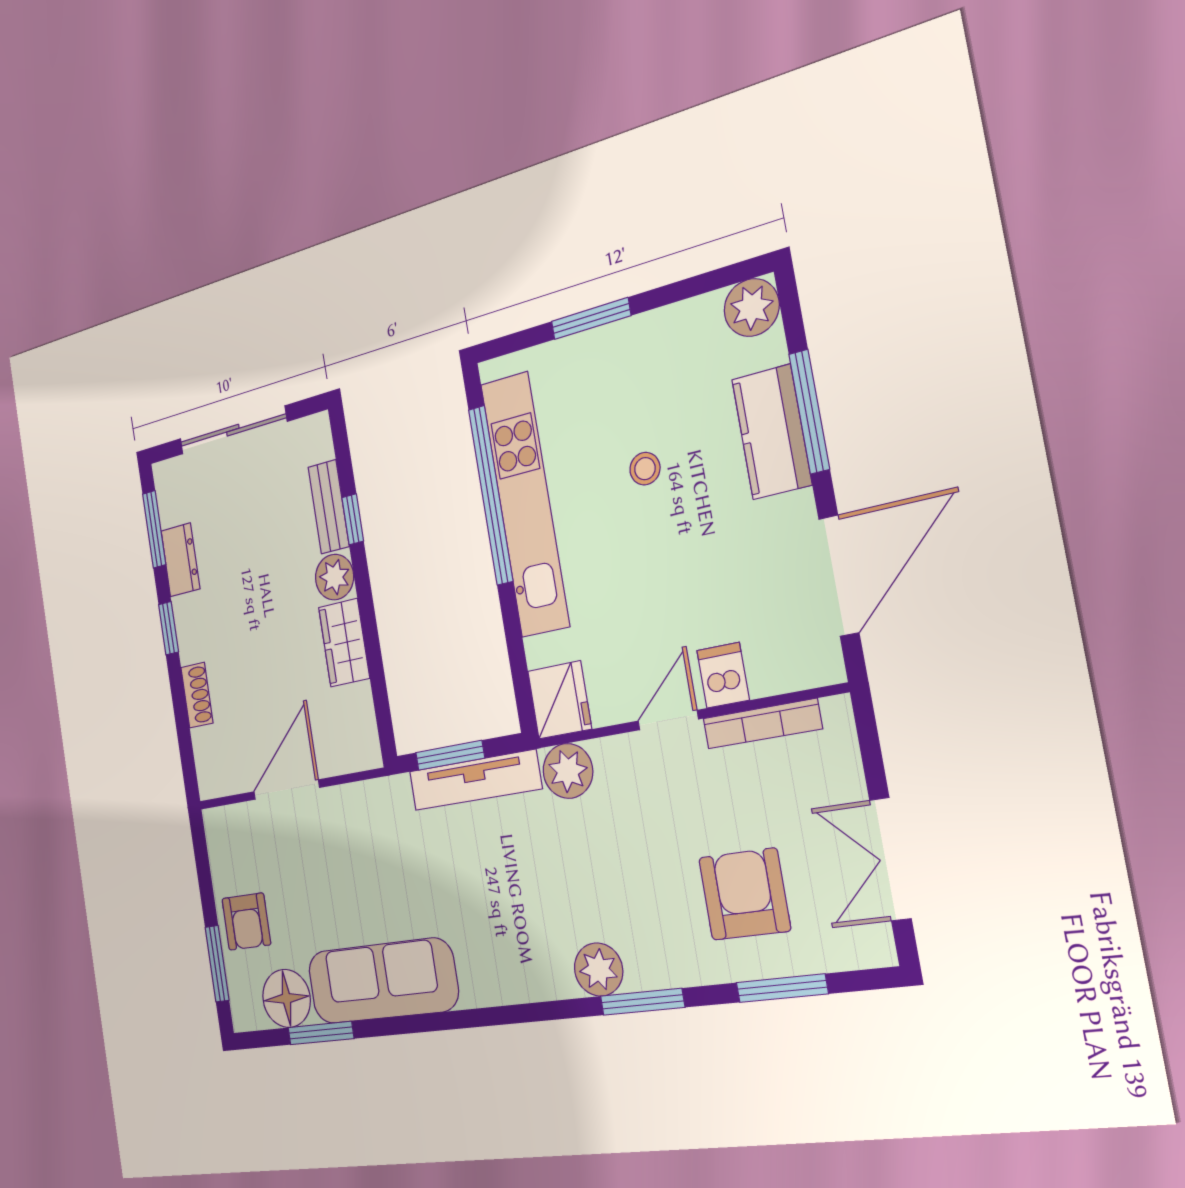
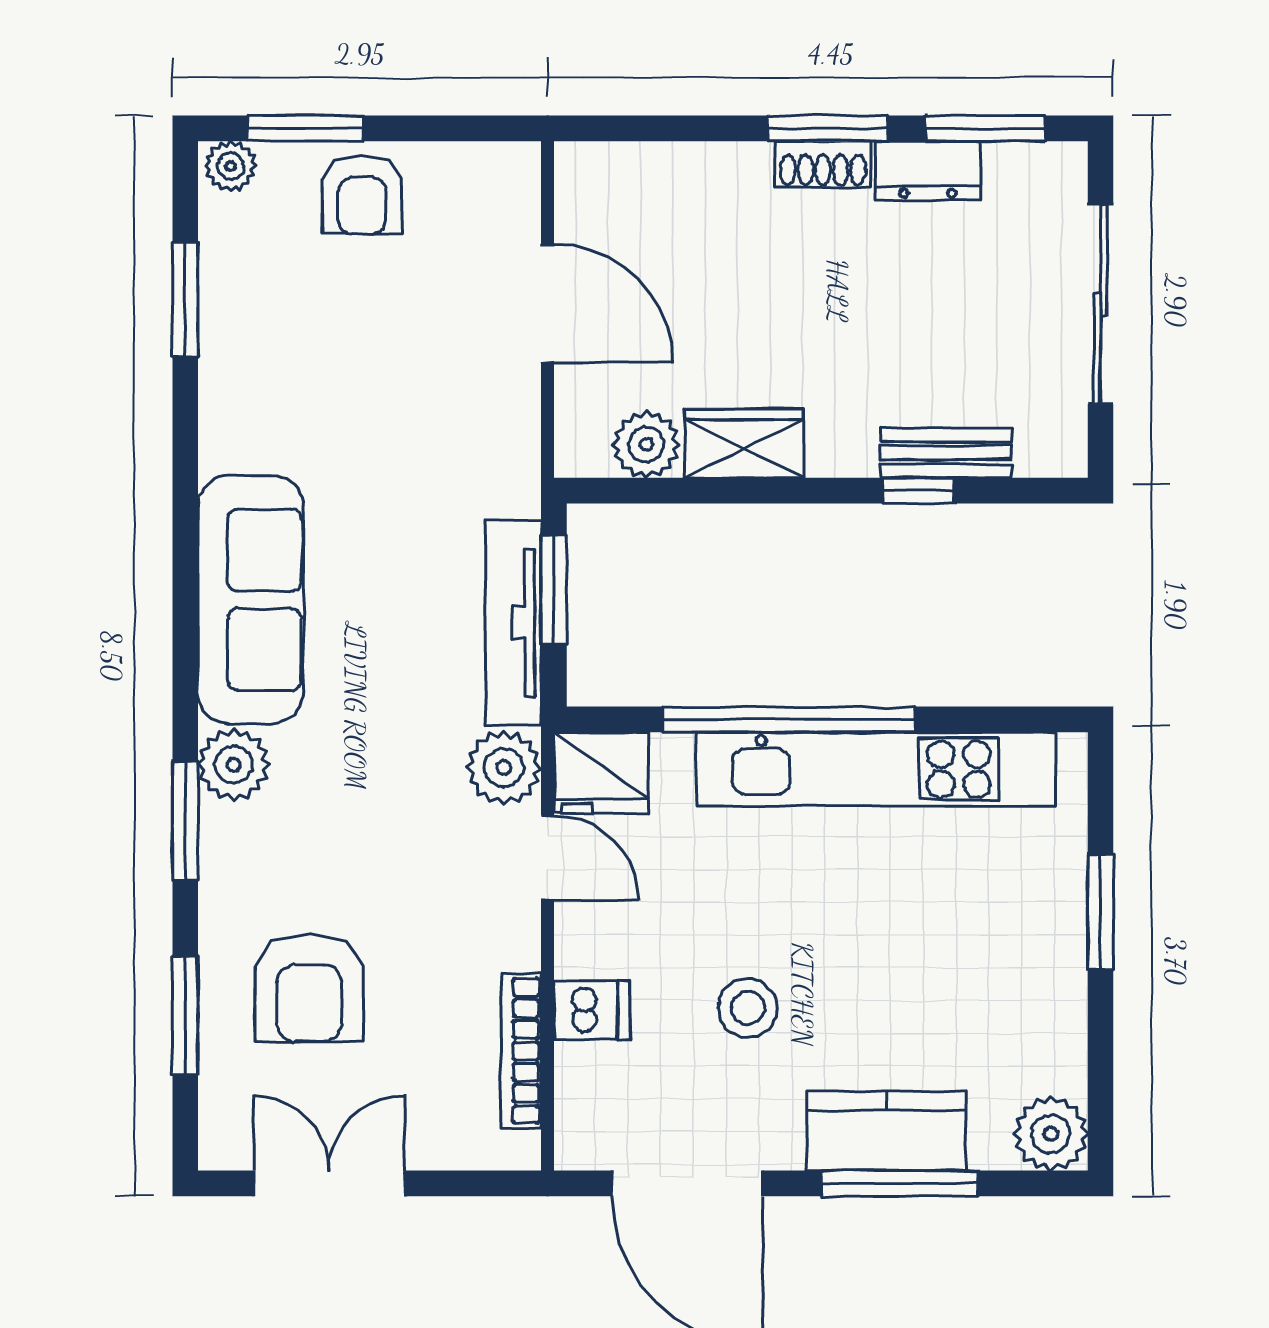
stool: (645, 469) -> (748, 1008), moved, width x1.37, depth x1.37
window: (491, 495) -> (789, 719), moved
plant: (335, 577) -> (646, 444), moved
window: (168, 628) -> (828, 128), width x1.50
shoe rack: (197, 695) -> (823, 164), moved
door: (668, 720) -> (548, 858), moved
armchair: (744, 894) -> (309, 988), turned 90
armchair: (246, 922) -> (362, 195), turned -90
sofa: (382, 981) -> (251, 600), moved
floor lamp: (286, 998) -> (241, 248), removed
plant: (244, 1010) -> (231, 166), added

